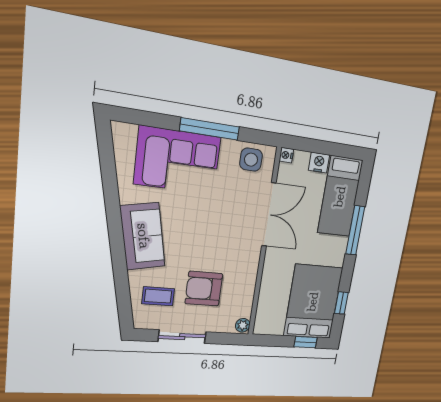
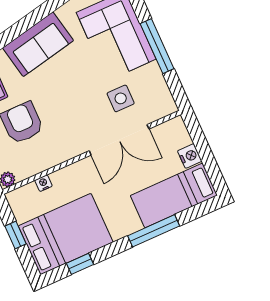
nightstand: (286, 155) -> (44, 183), moved
side table: (251, 160) -> (121, 98), moved
window: (306, 342) -> (16, 235), moved

